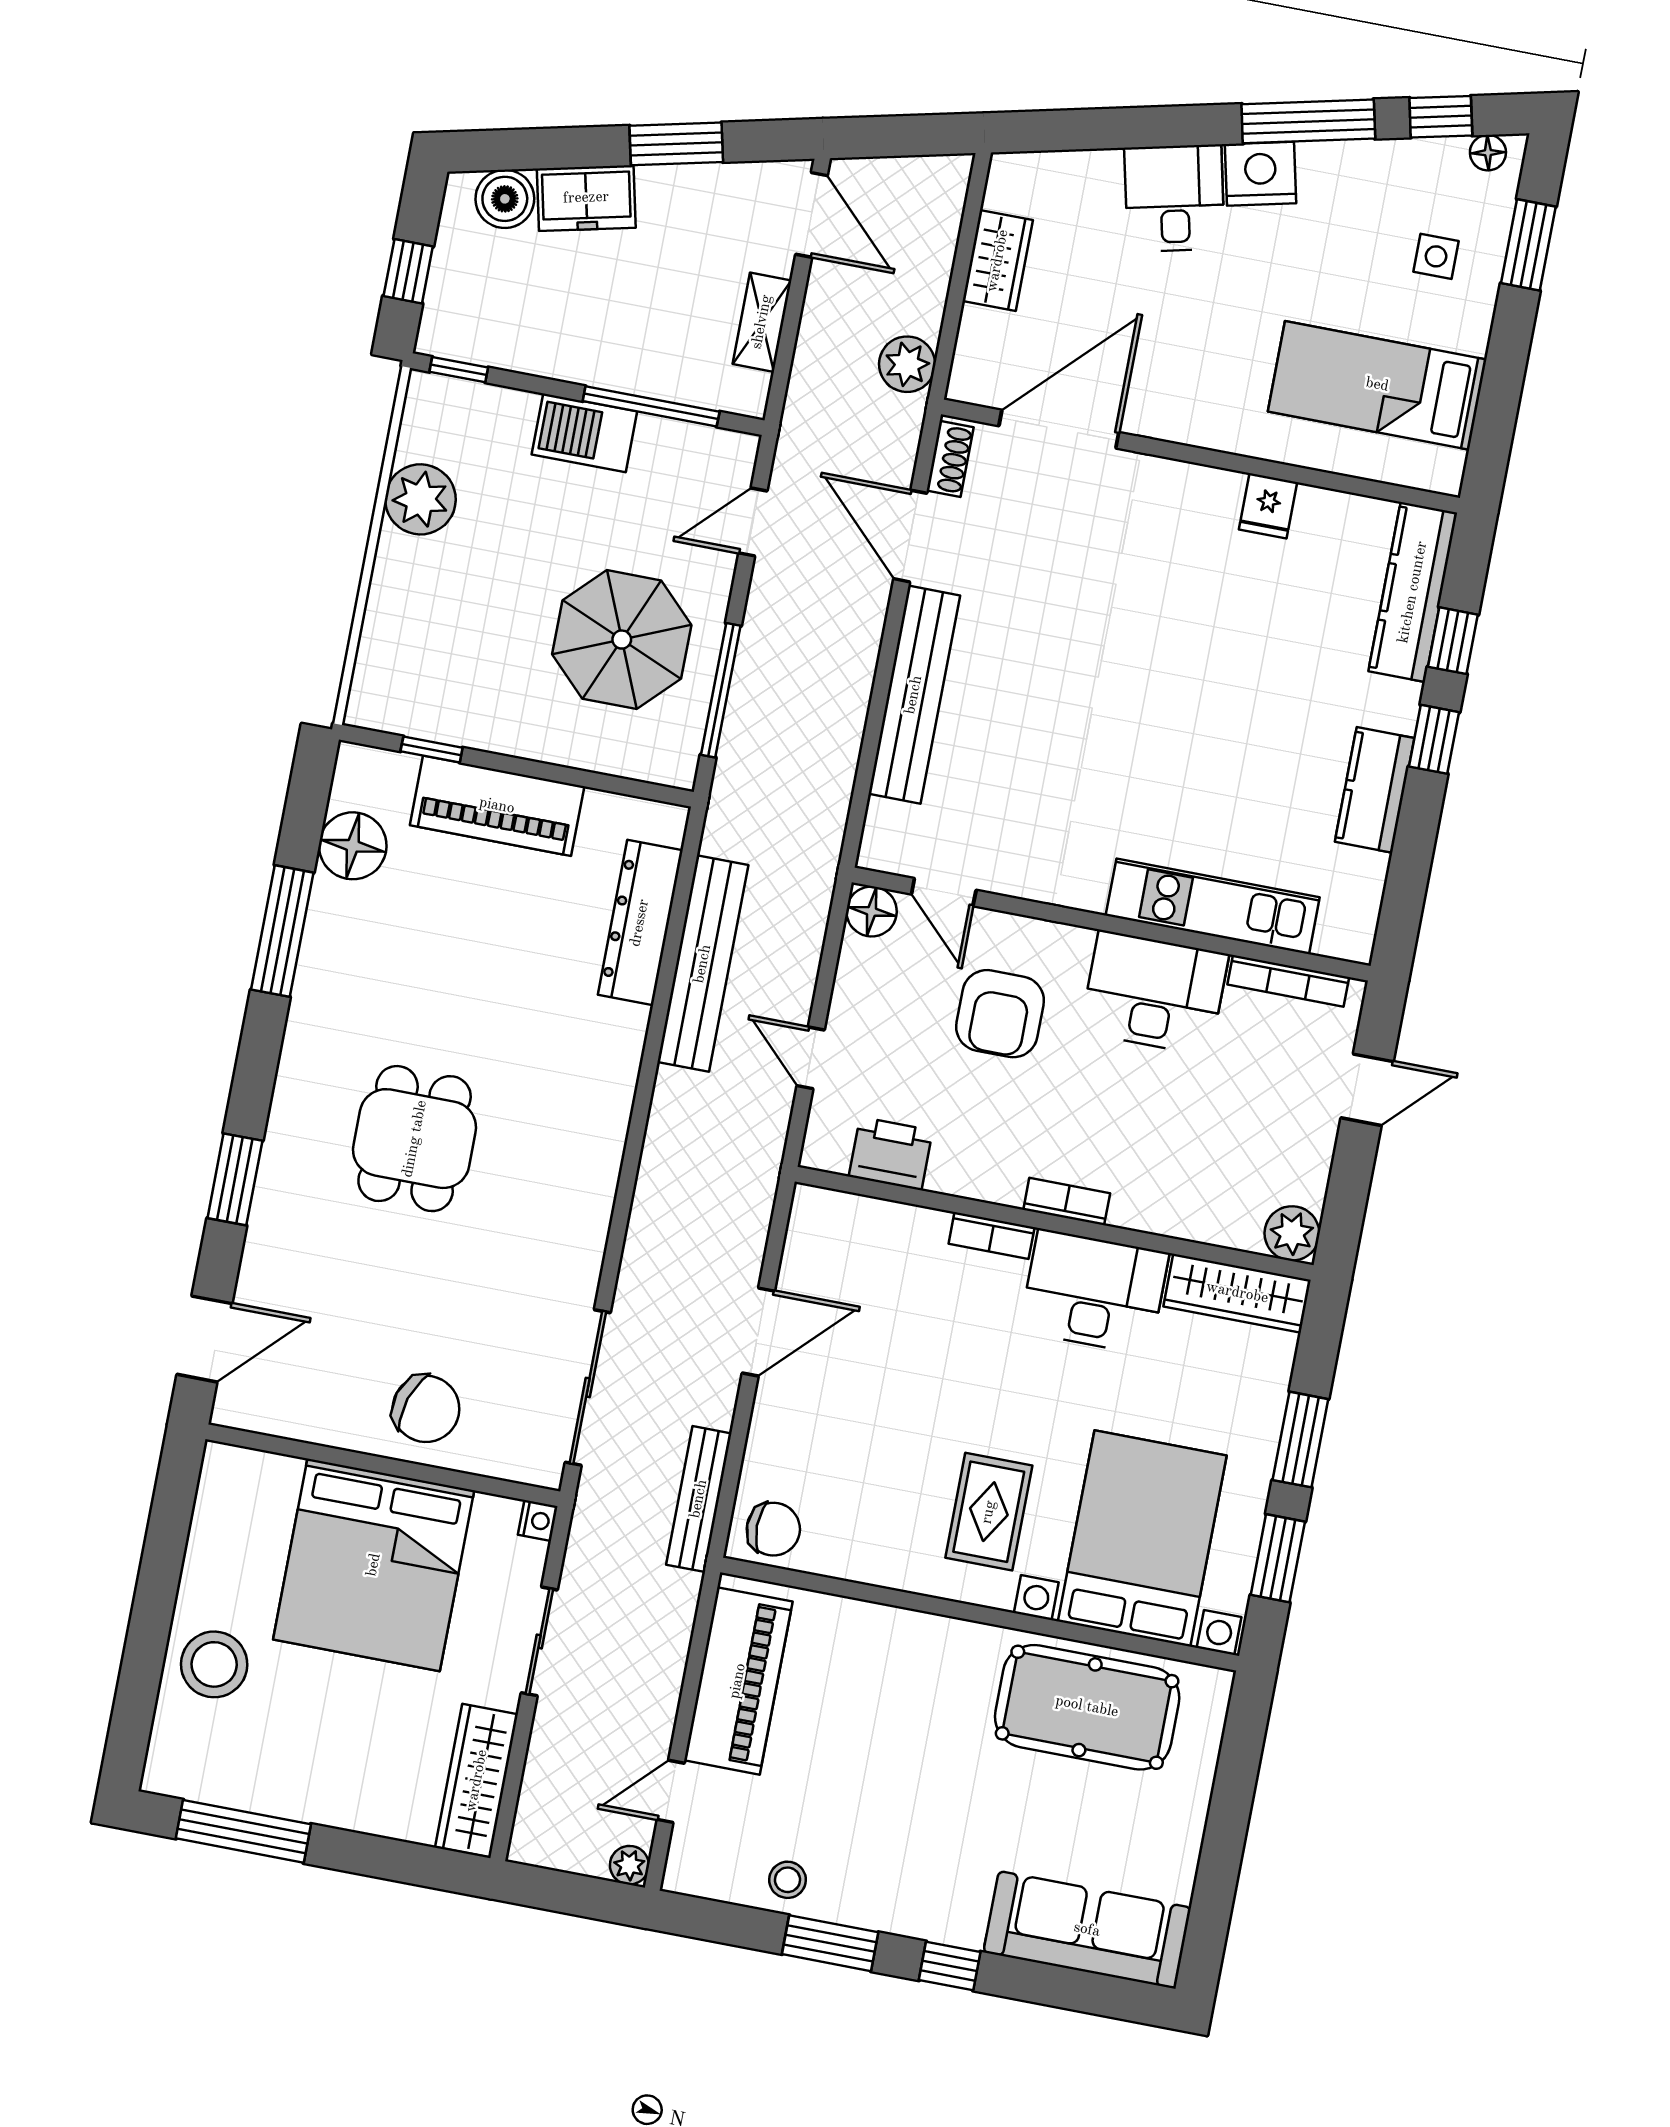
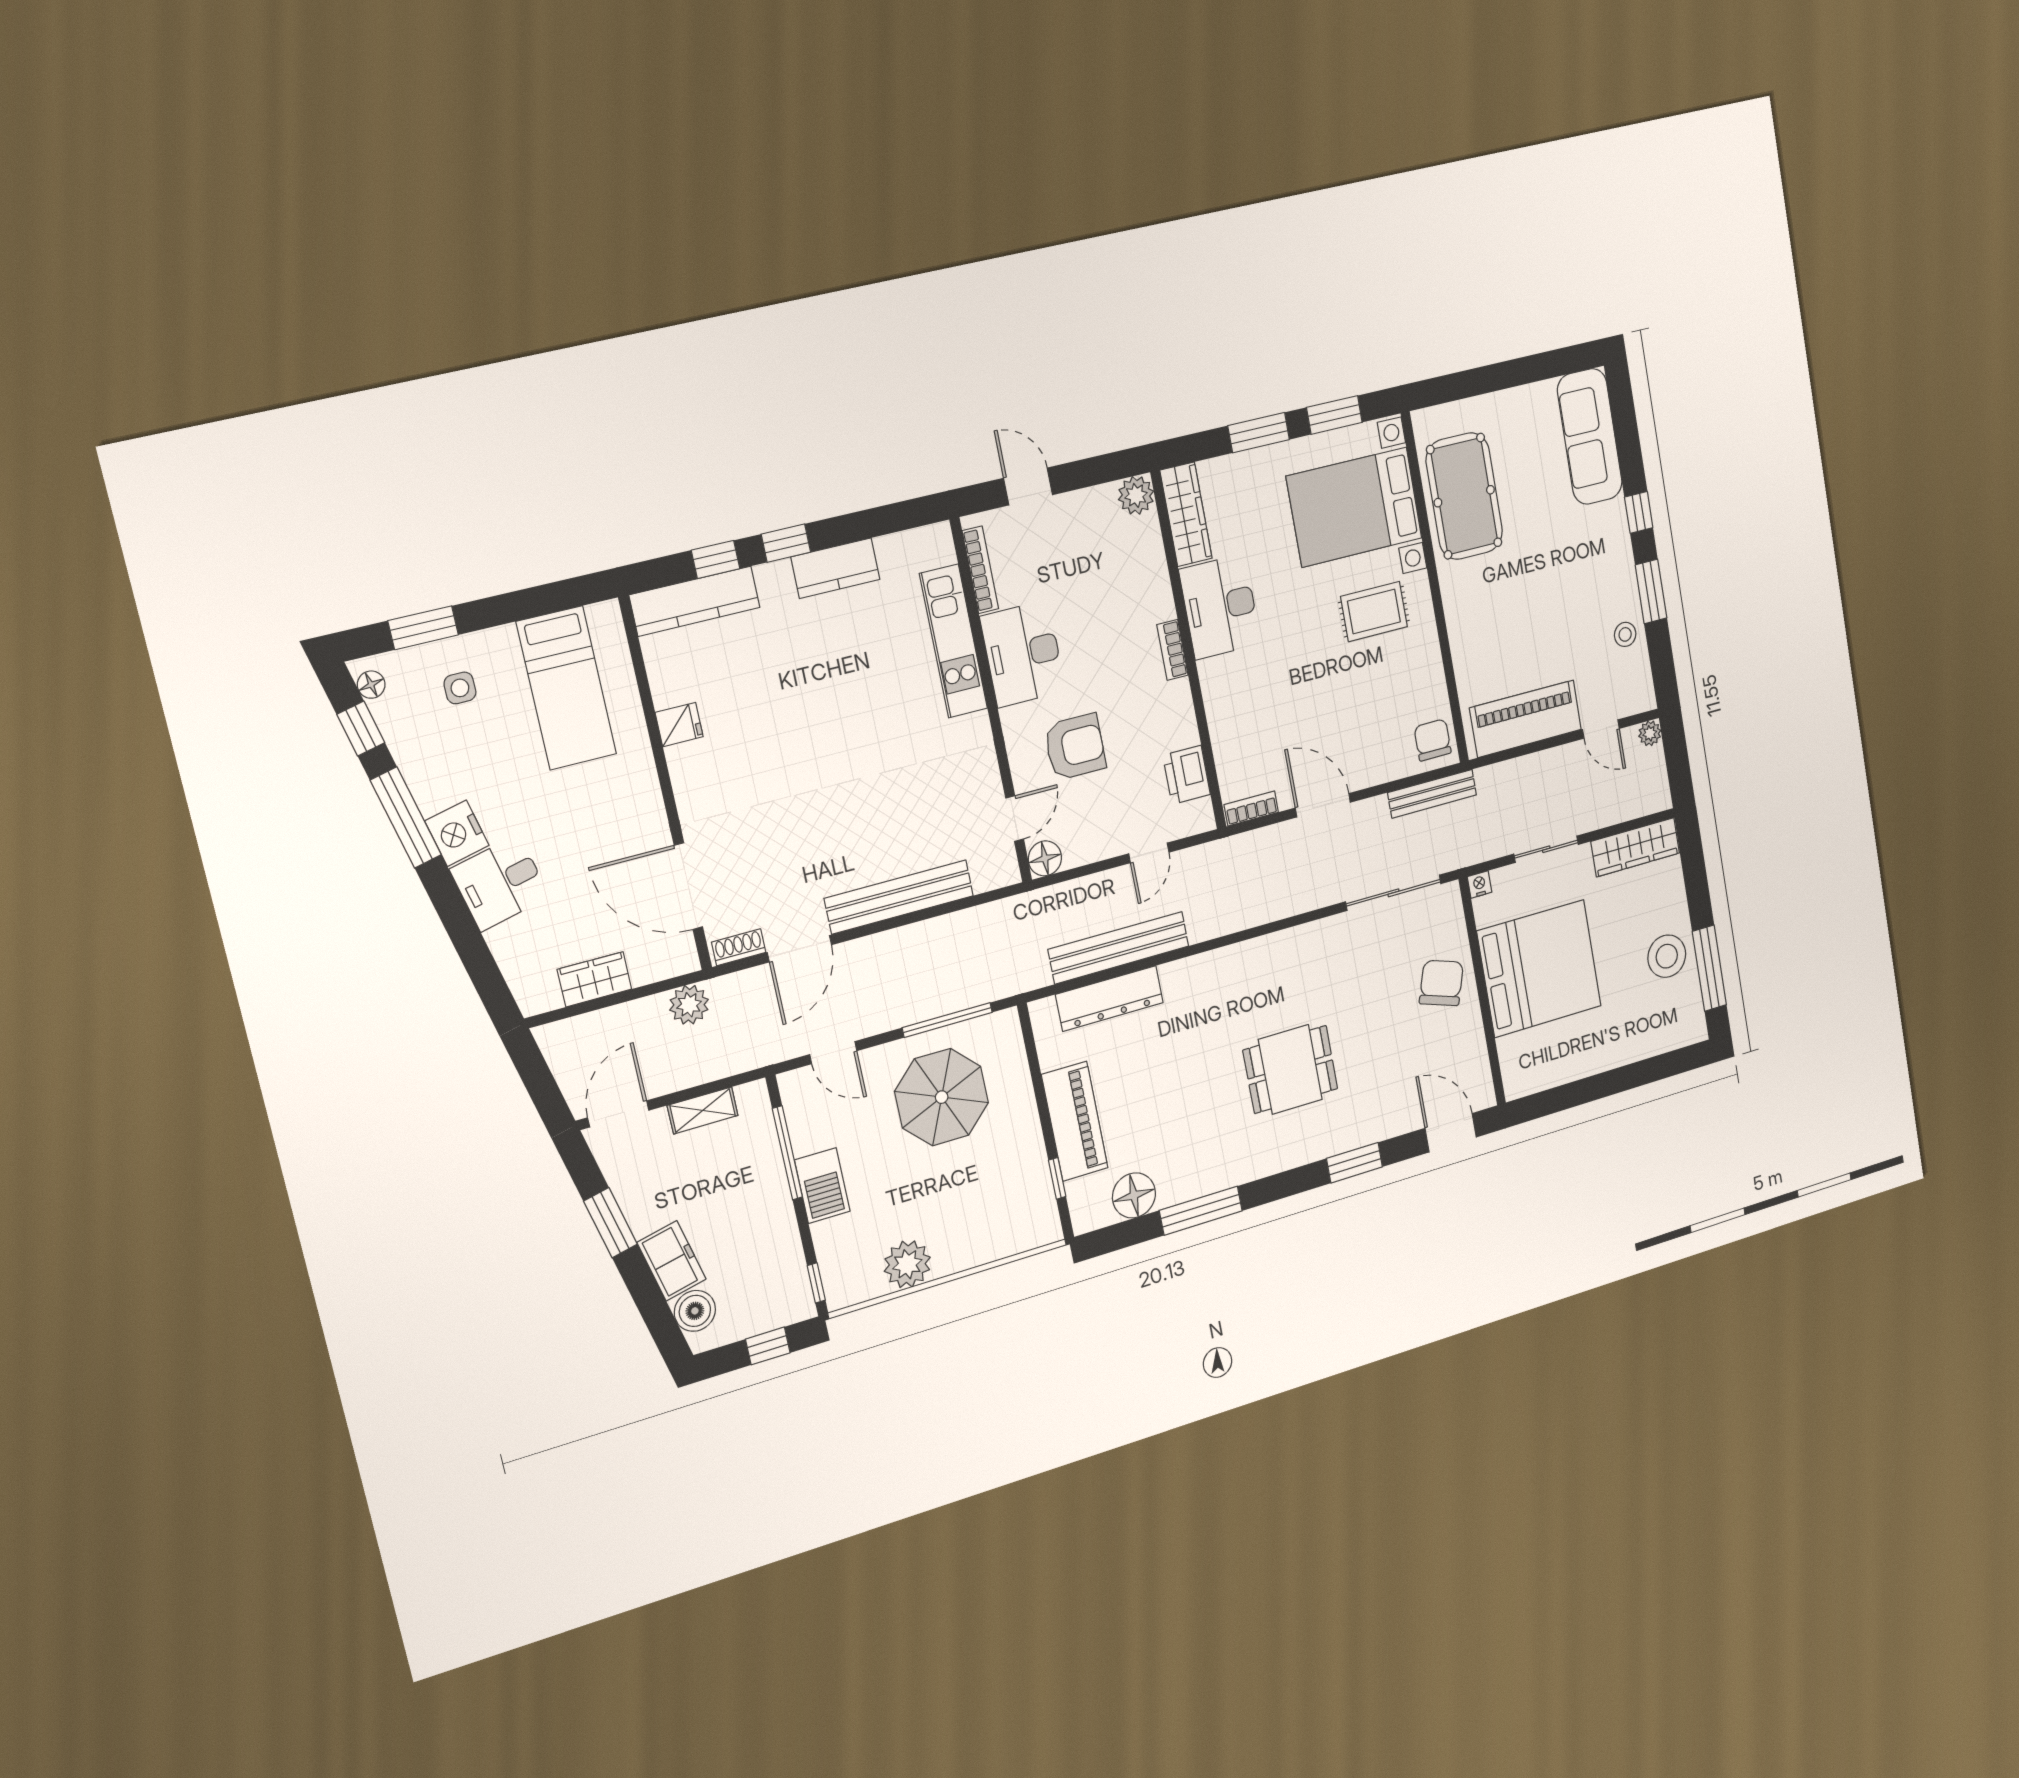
bookcase: (992, 1235) -> (1251, 808), moved, turned -90
stool: (214, 1664) -> (1667, 956), moved

